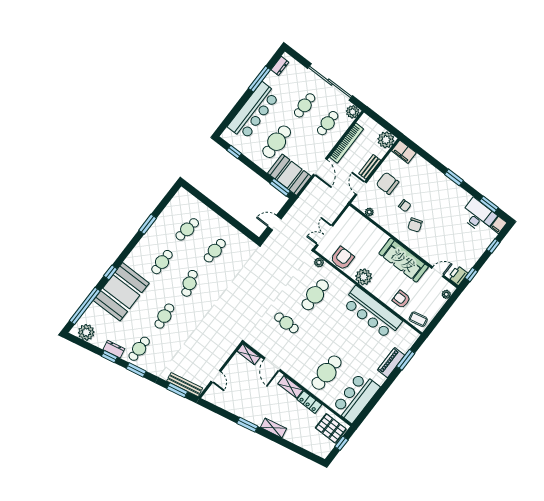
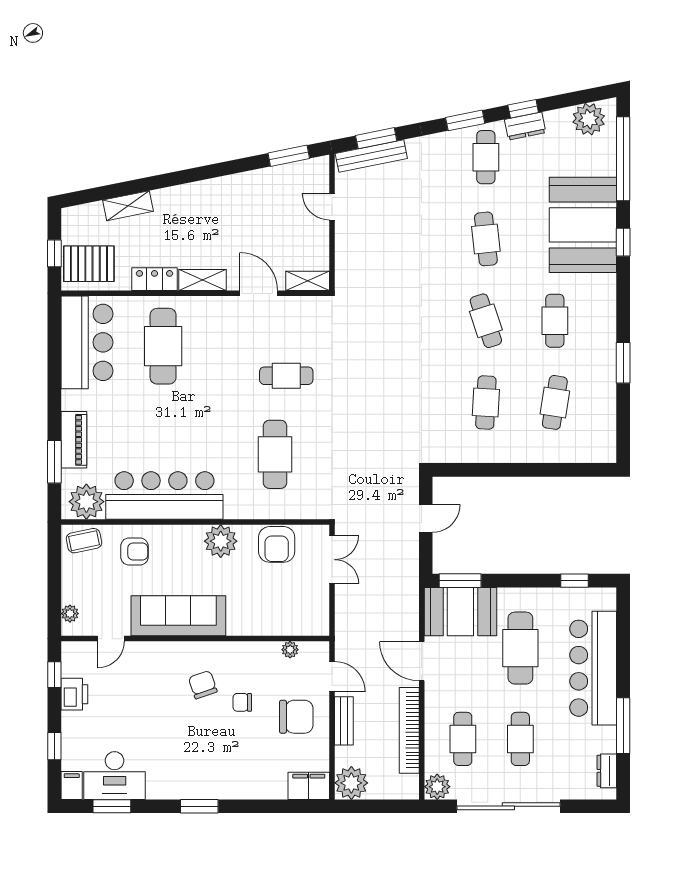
plant: (319, 262) -> (86, 502), moved, width x1.87, depth x1.87
printer: (458, 275) -> (74, 694), moved
window: (247, 425) -> (289, 156), moved
shelving: (273, 428) -> (128, 206), moved

